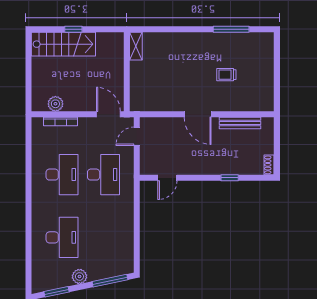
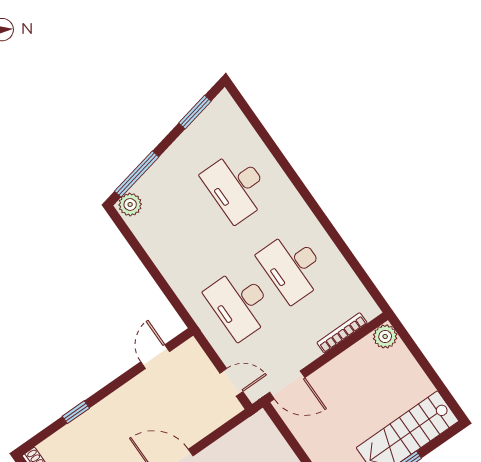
plant: (55, 104) -> (385, 336), moved
door: (137, 136) -> (231, 382), hinge flipped
plant: (79, 276) -> (130, 204), moved

